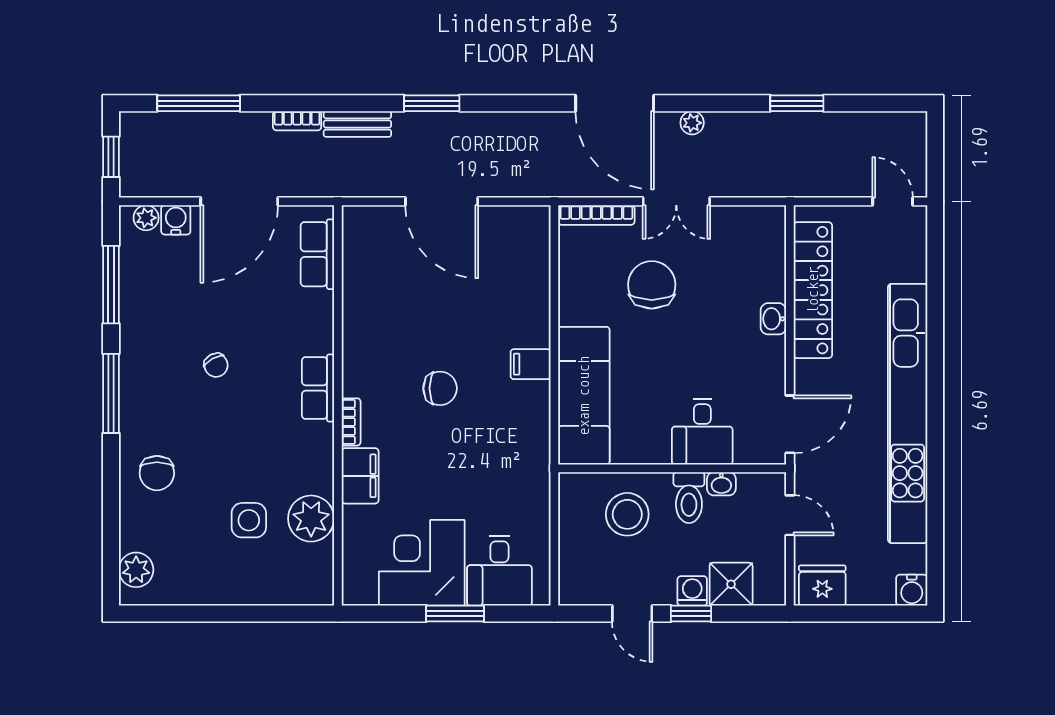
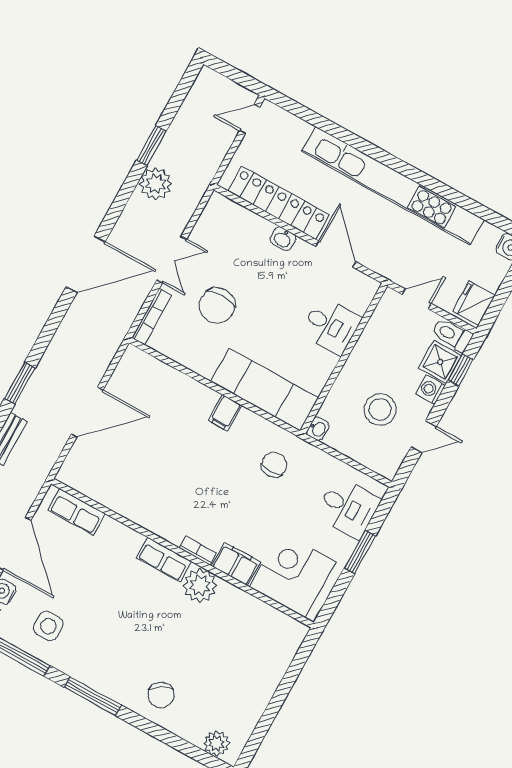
plant: (692, 123) -> (156, 184), moved, width x1.88, depth x1.88
chair: (652, 285) -> (217, 306), turned -90
chair: (216, 365) -> (112, 618), removed
chair: (440, 388) -> (274, 465), moved
door: (790, 424) -> (336, 254), moved
chair: (157, 473) -> (161, 695), turned 60
washbasin: (721, 484) -> (318, 429), moved
toilet: (689, 498) -> (452, 335), moved, turned 180
stool: (627, 514) -> (380, 409), moved
plant: (311, 519) -> (200, 586), moved
side table: (249, 520) -> (48, 626), moved
corner desk: (422, 563) -> (292, 574), moved, turned 90
window: (691, 614) -> (461, 370), moved

